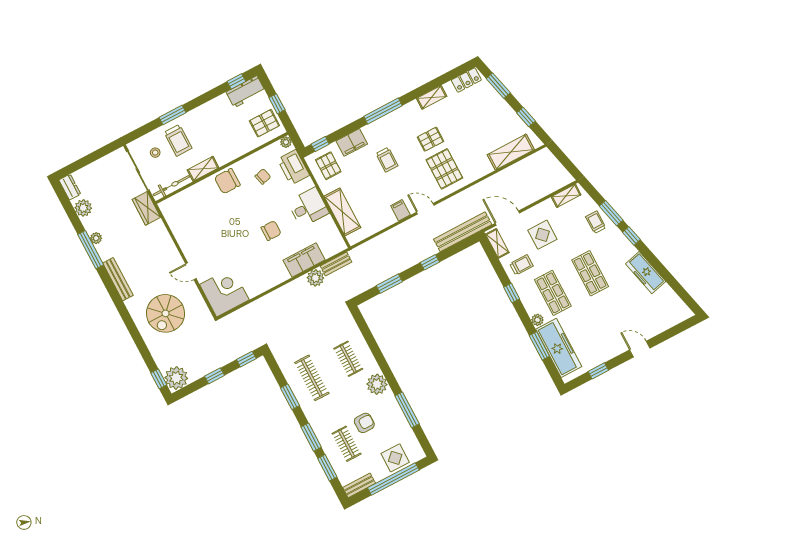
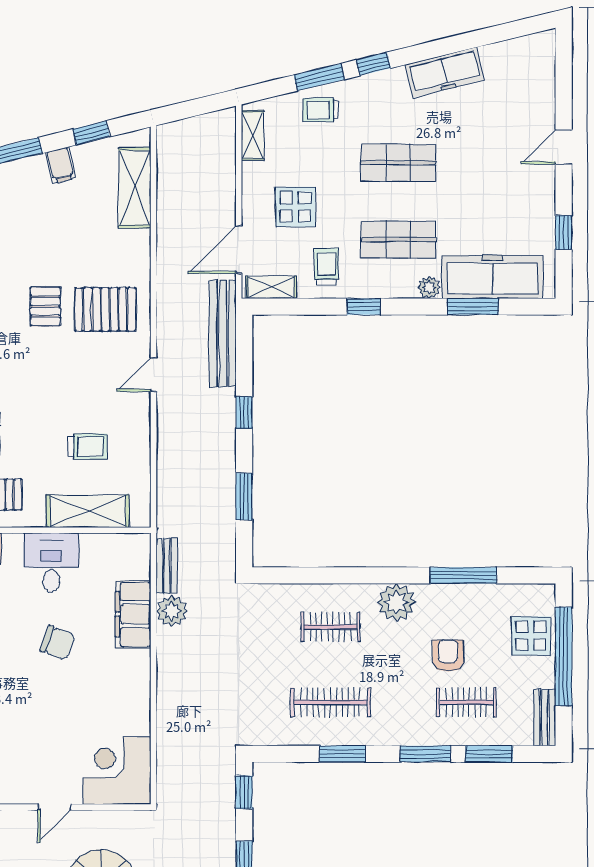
trolley: (387, 160) -> (88, 446), moved
filing cabinet: (400, 210) -> (61, 165), moved, turned -104
chair: (271, 231) -> (57, 643), turned 110

